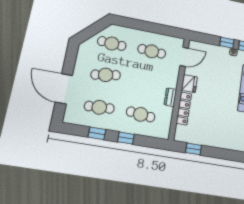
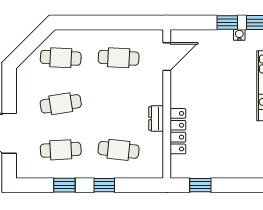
fridge: (189, 84) -> (180, 94), removed

